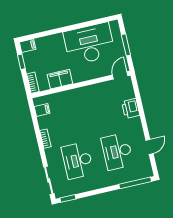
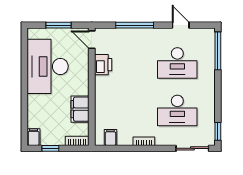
printer: (131, 108) -> (103, 65), moved, turned -90
window: (141, 108) -> (135, 25), added

